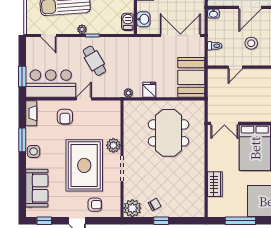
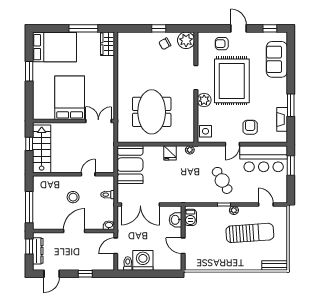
fireplace: (31, 113) -> (282, 119), moved
side table: (34, 151) -> (205, 131), moved
wardrobe: (215, 184) -> (108, 44), moved

